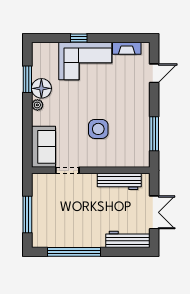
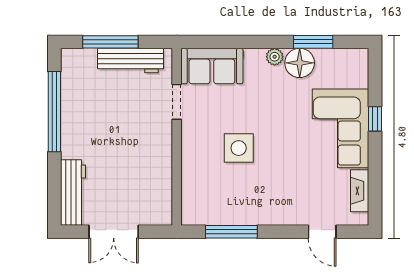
workbench: (119, 181) -> (130, 61), moved, turned -90

